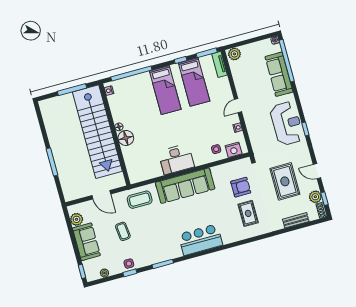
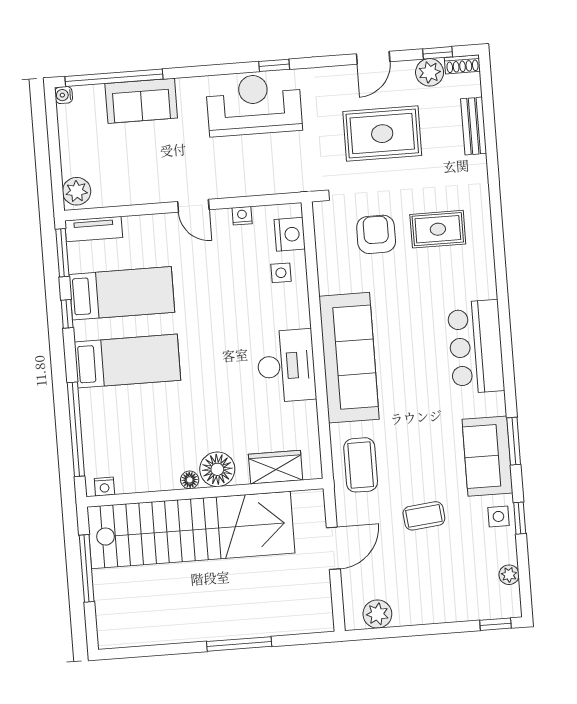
sofa: (279, 74) -> (141, 101), width x0.73
wardrobe: (132, 163) -> (276, 467), added
sofa: (86, 242) -> (487, 456), moved, turned -90

